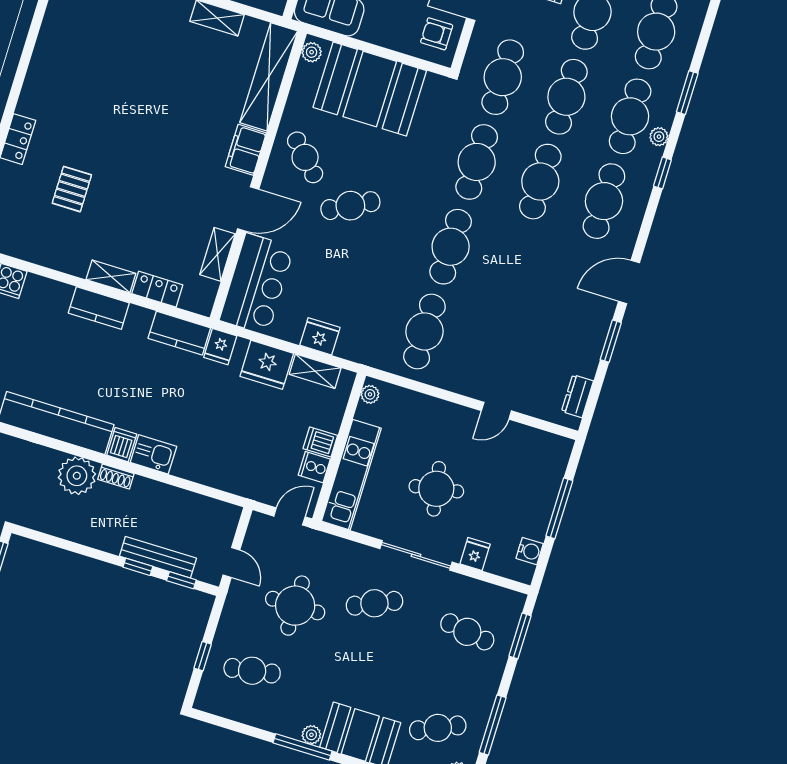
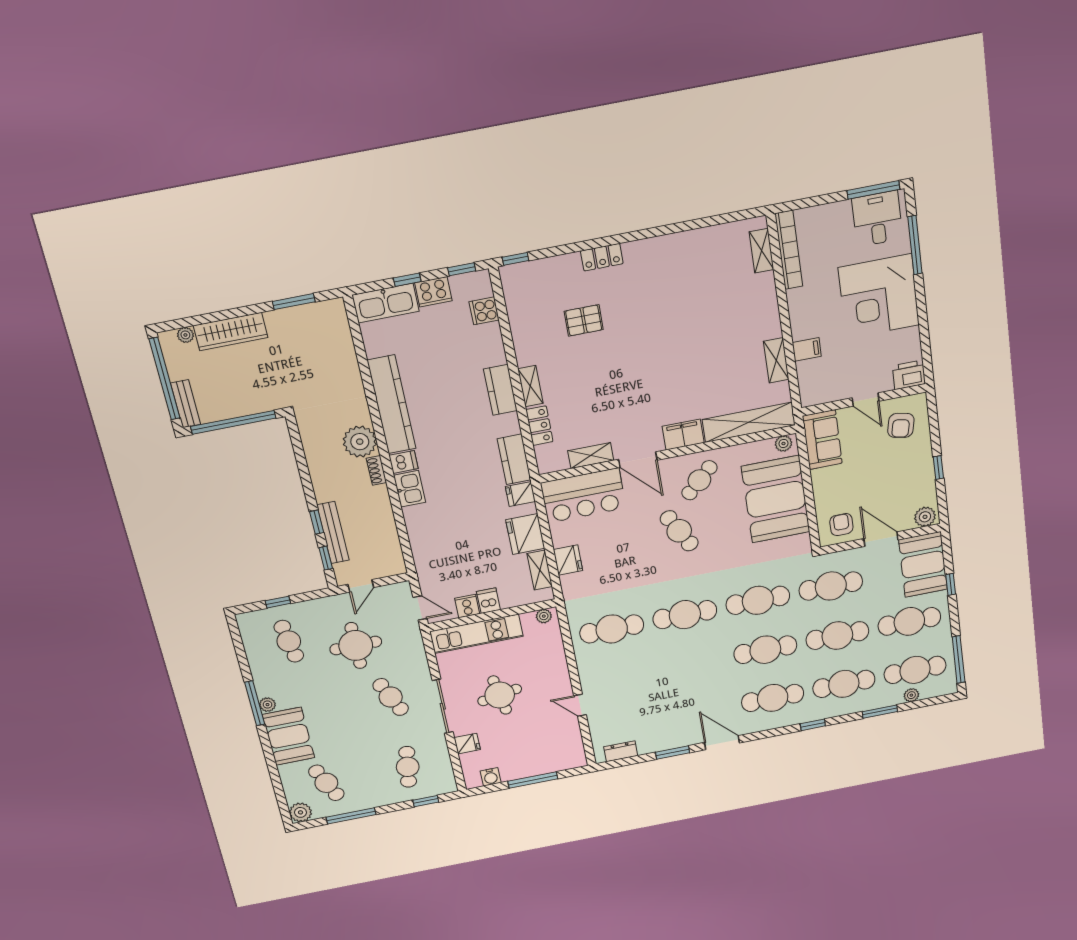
plant: (659, 137) -> (911, 695), moved
window: (520, 636) -> (426, 801), width x0.67

